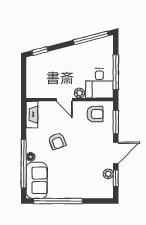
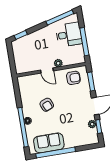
desk: (99, 83) -> (69, 35), moved, turned -90
fireplace: (32, 115) -> (23, 87), removed
sofa: (37, 180) -> (49, 143), moved, turned -90

